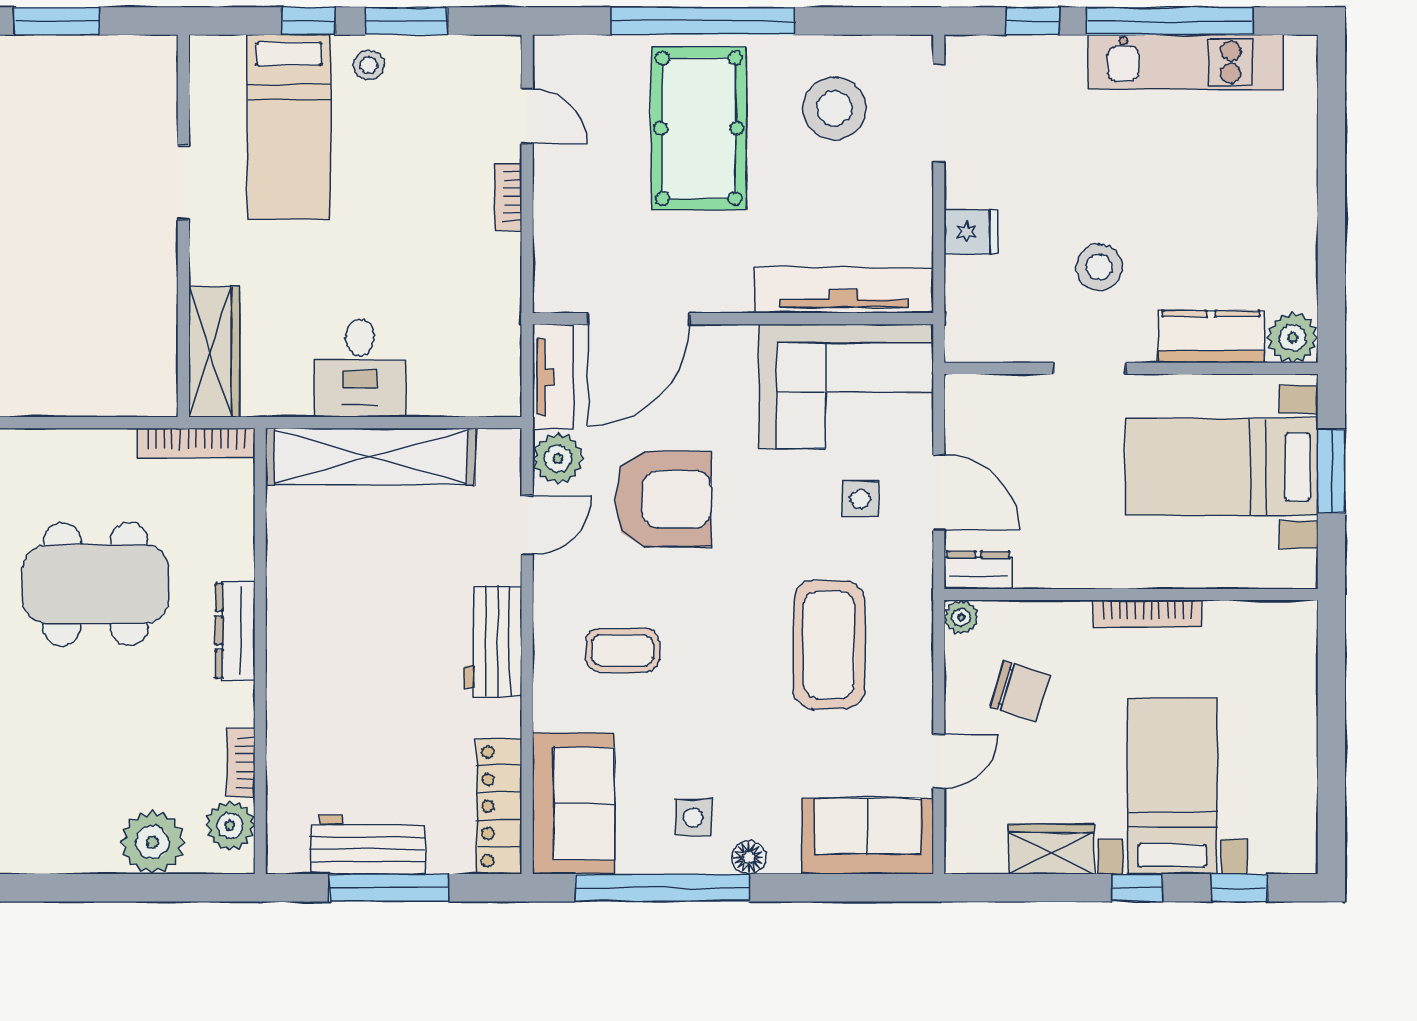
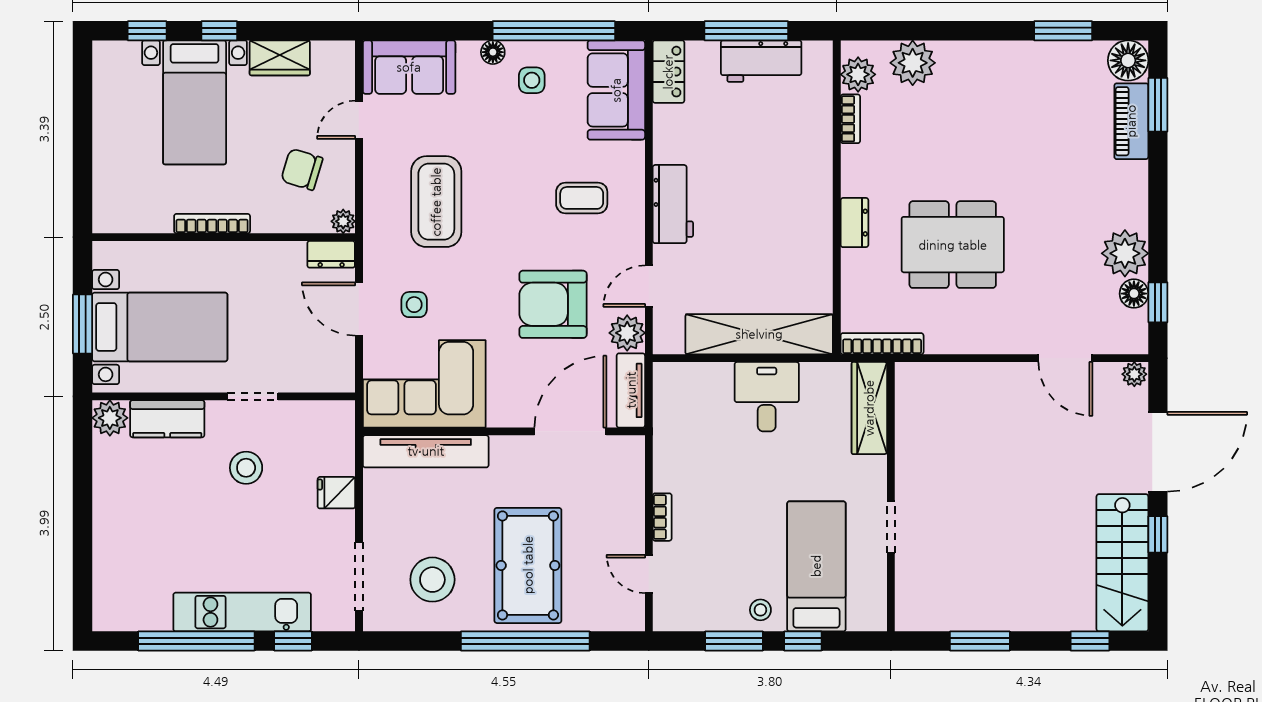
kitchen unit: (1186, 62) -> (242, 612), moved
dresser: (235, 631) -> (854, 223), width x0.70
locker: (499, 806) -> (668, 72), width x0.66

